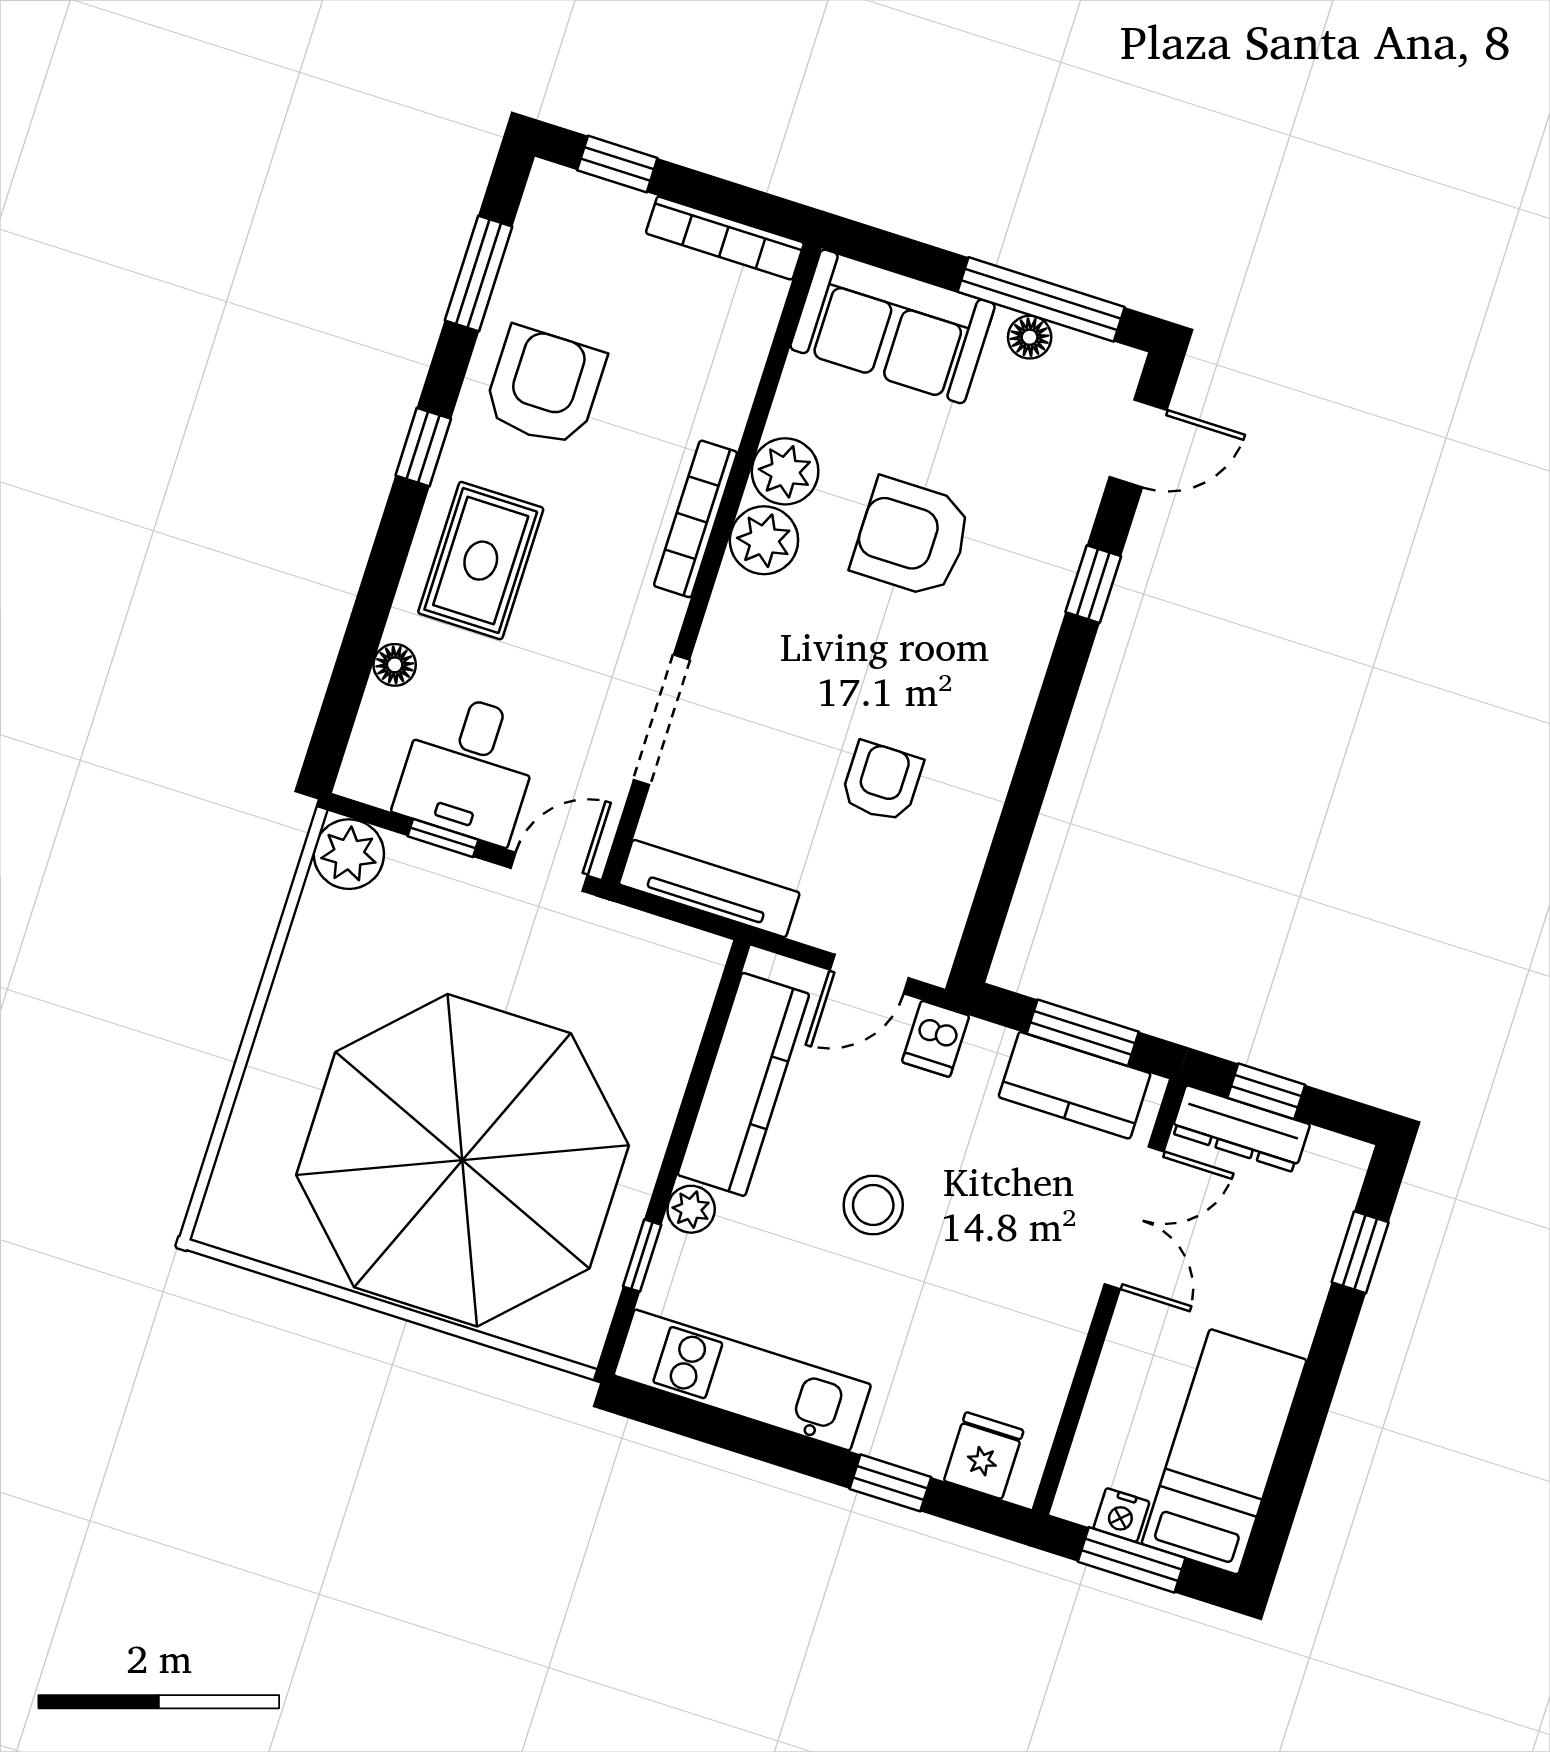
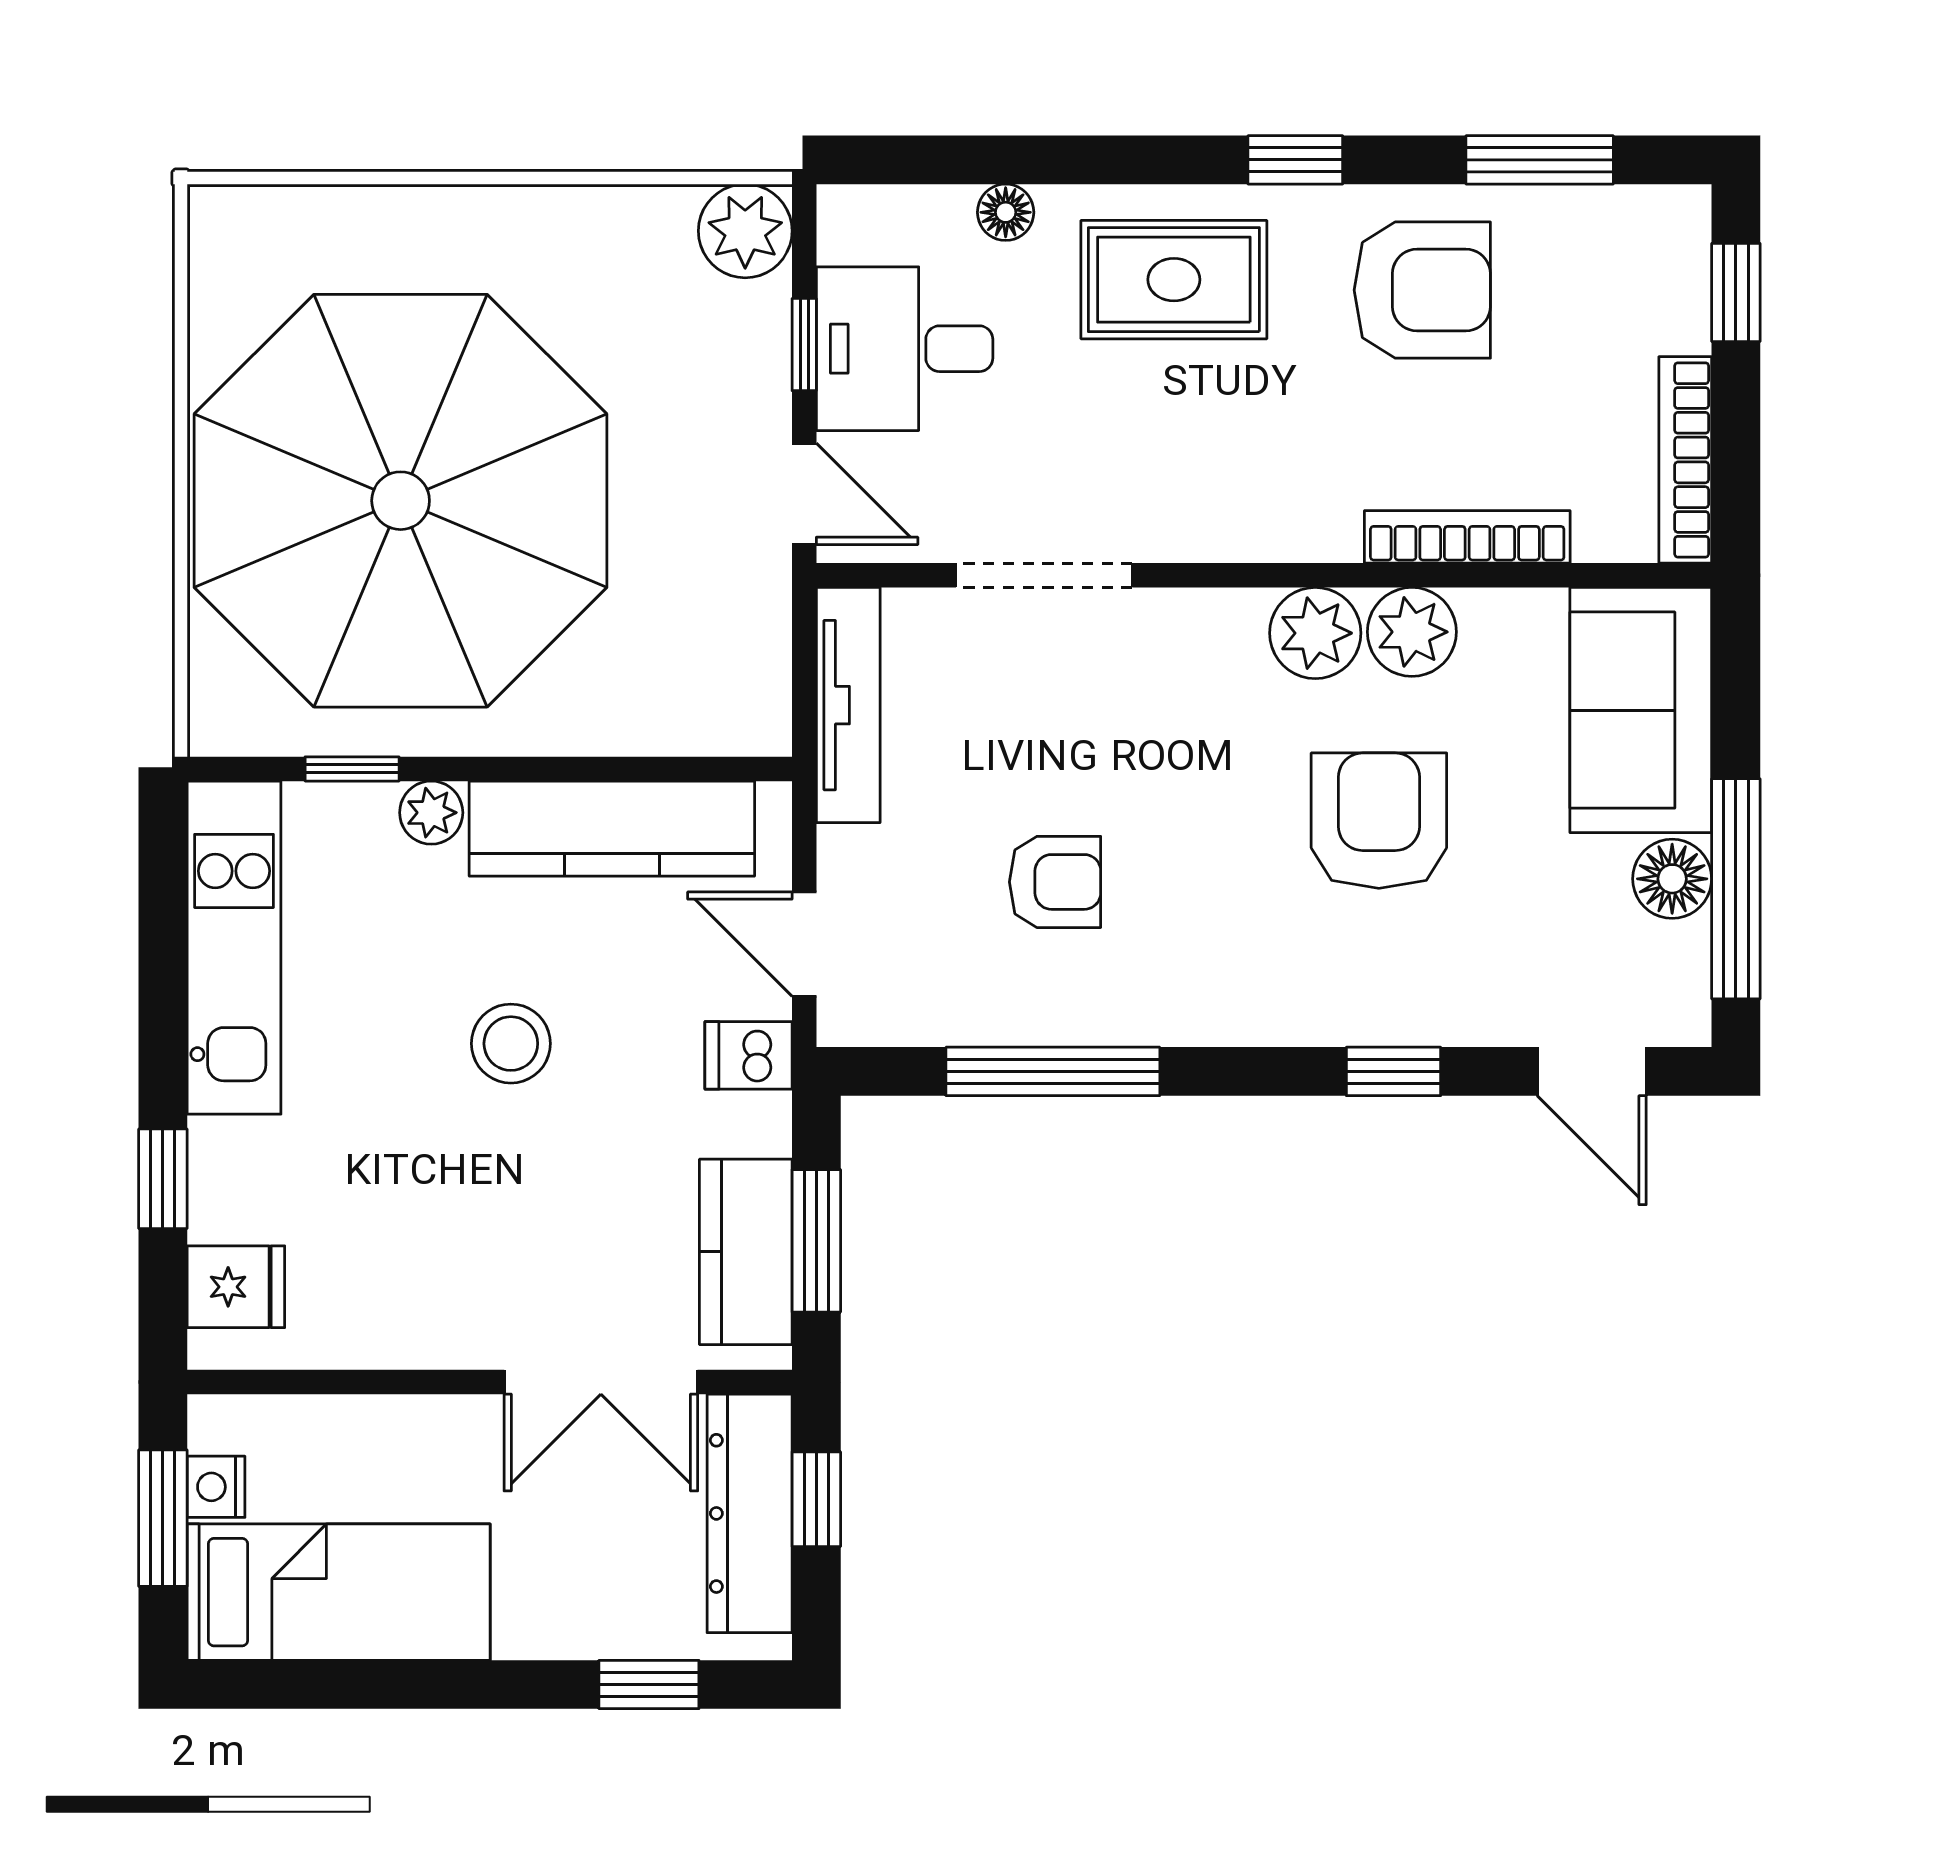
floor lamp: (1030, 337) -> (1672, 879), width x1.37, depth x1.37
bookcase: (695, 519) -> (1467, 537), moved
window: (1016, 826) -> (1053, 1071), added
dresser: (1240, 1129) -> (750, 1513), width x1.37, depth x1.24

